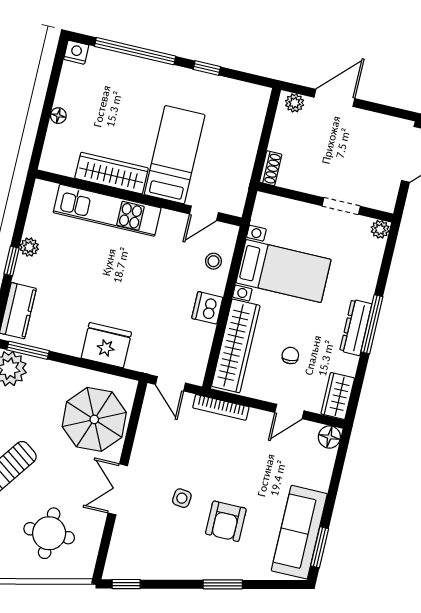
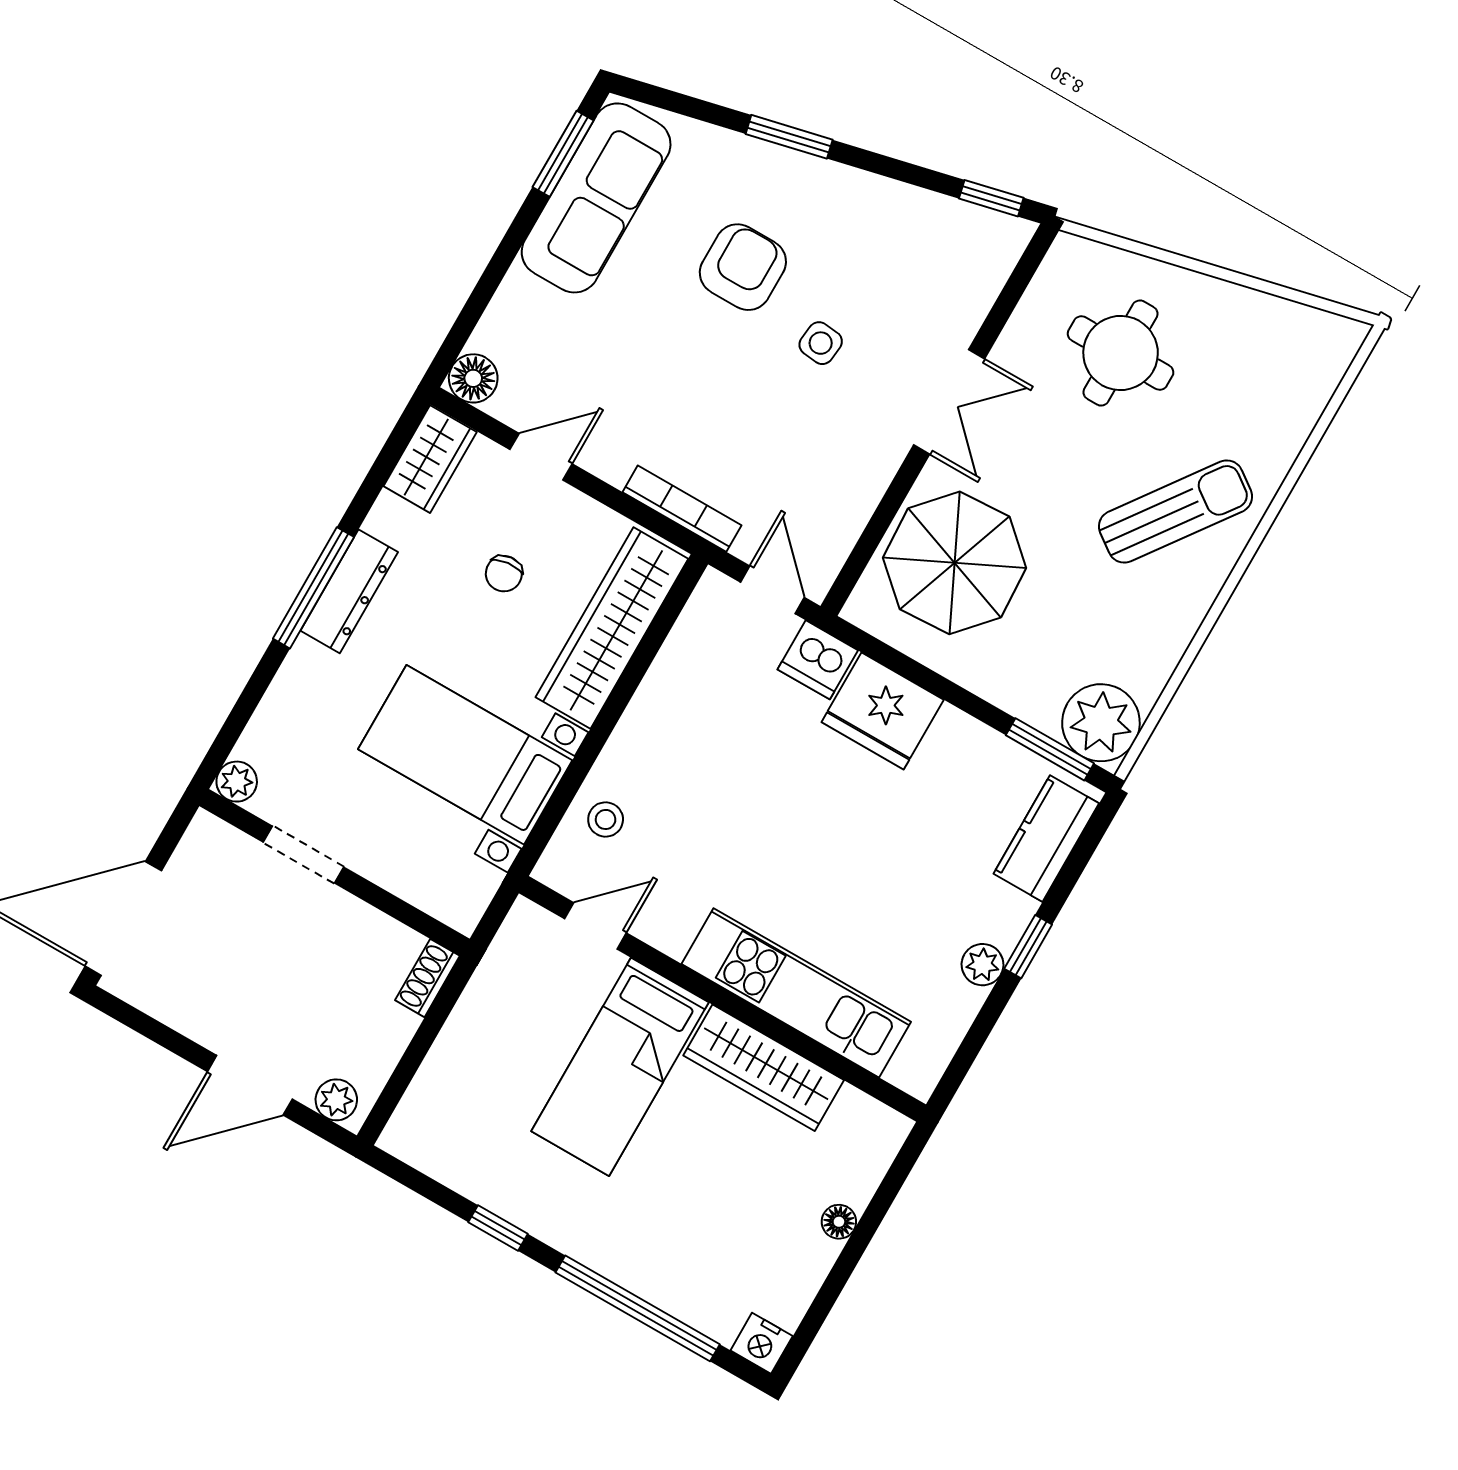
dishwasher: (207, 308) -> (818, 660), moved, turned 90

